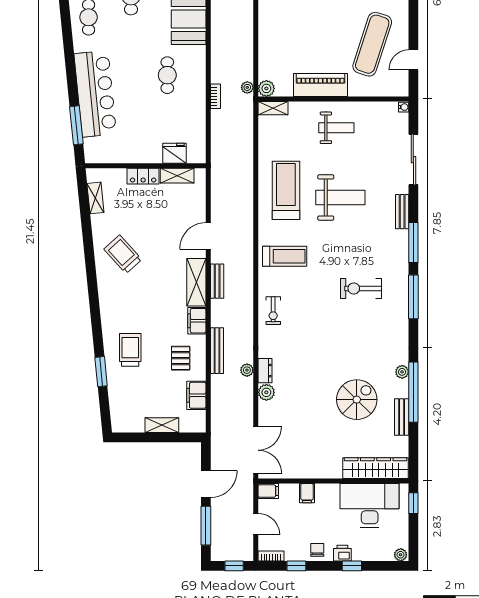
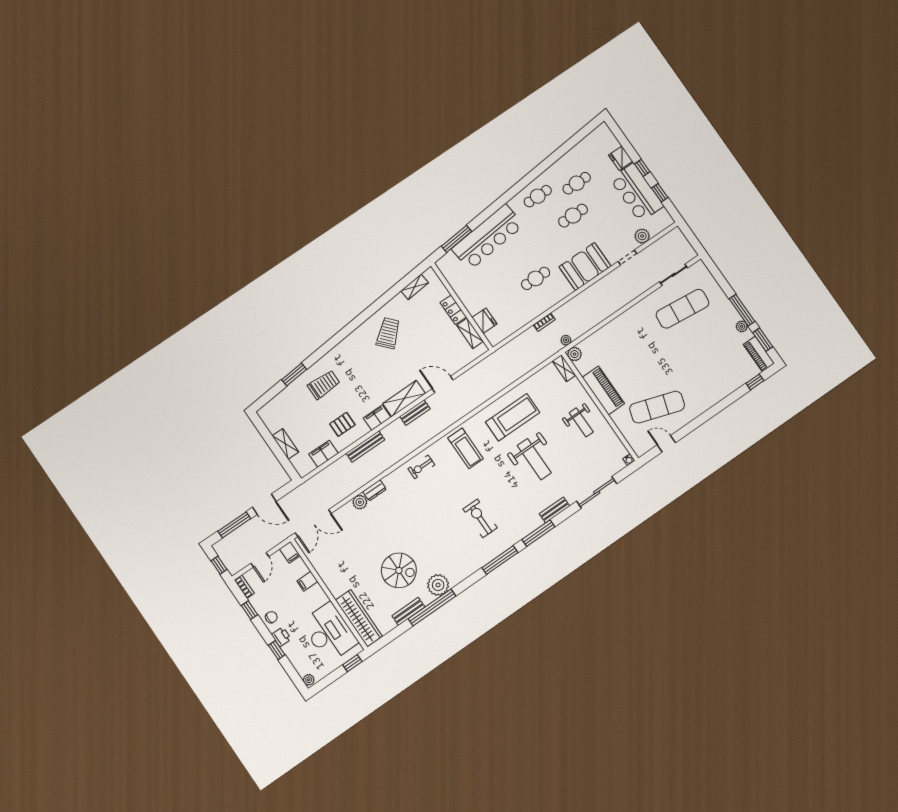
plant: (247, 370) -> (366, 477), removed
plant: (402, 372) -> (438, 585), width x1.88, depth x1.88

